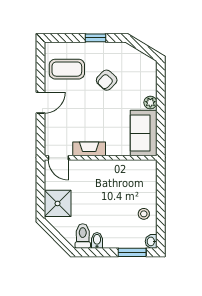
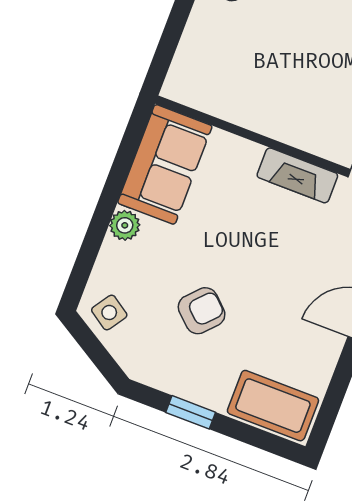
side table: (143, 65) -> (109, 312), added
coffee table: (67, 69) -> (273, 406), moved

